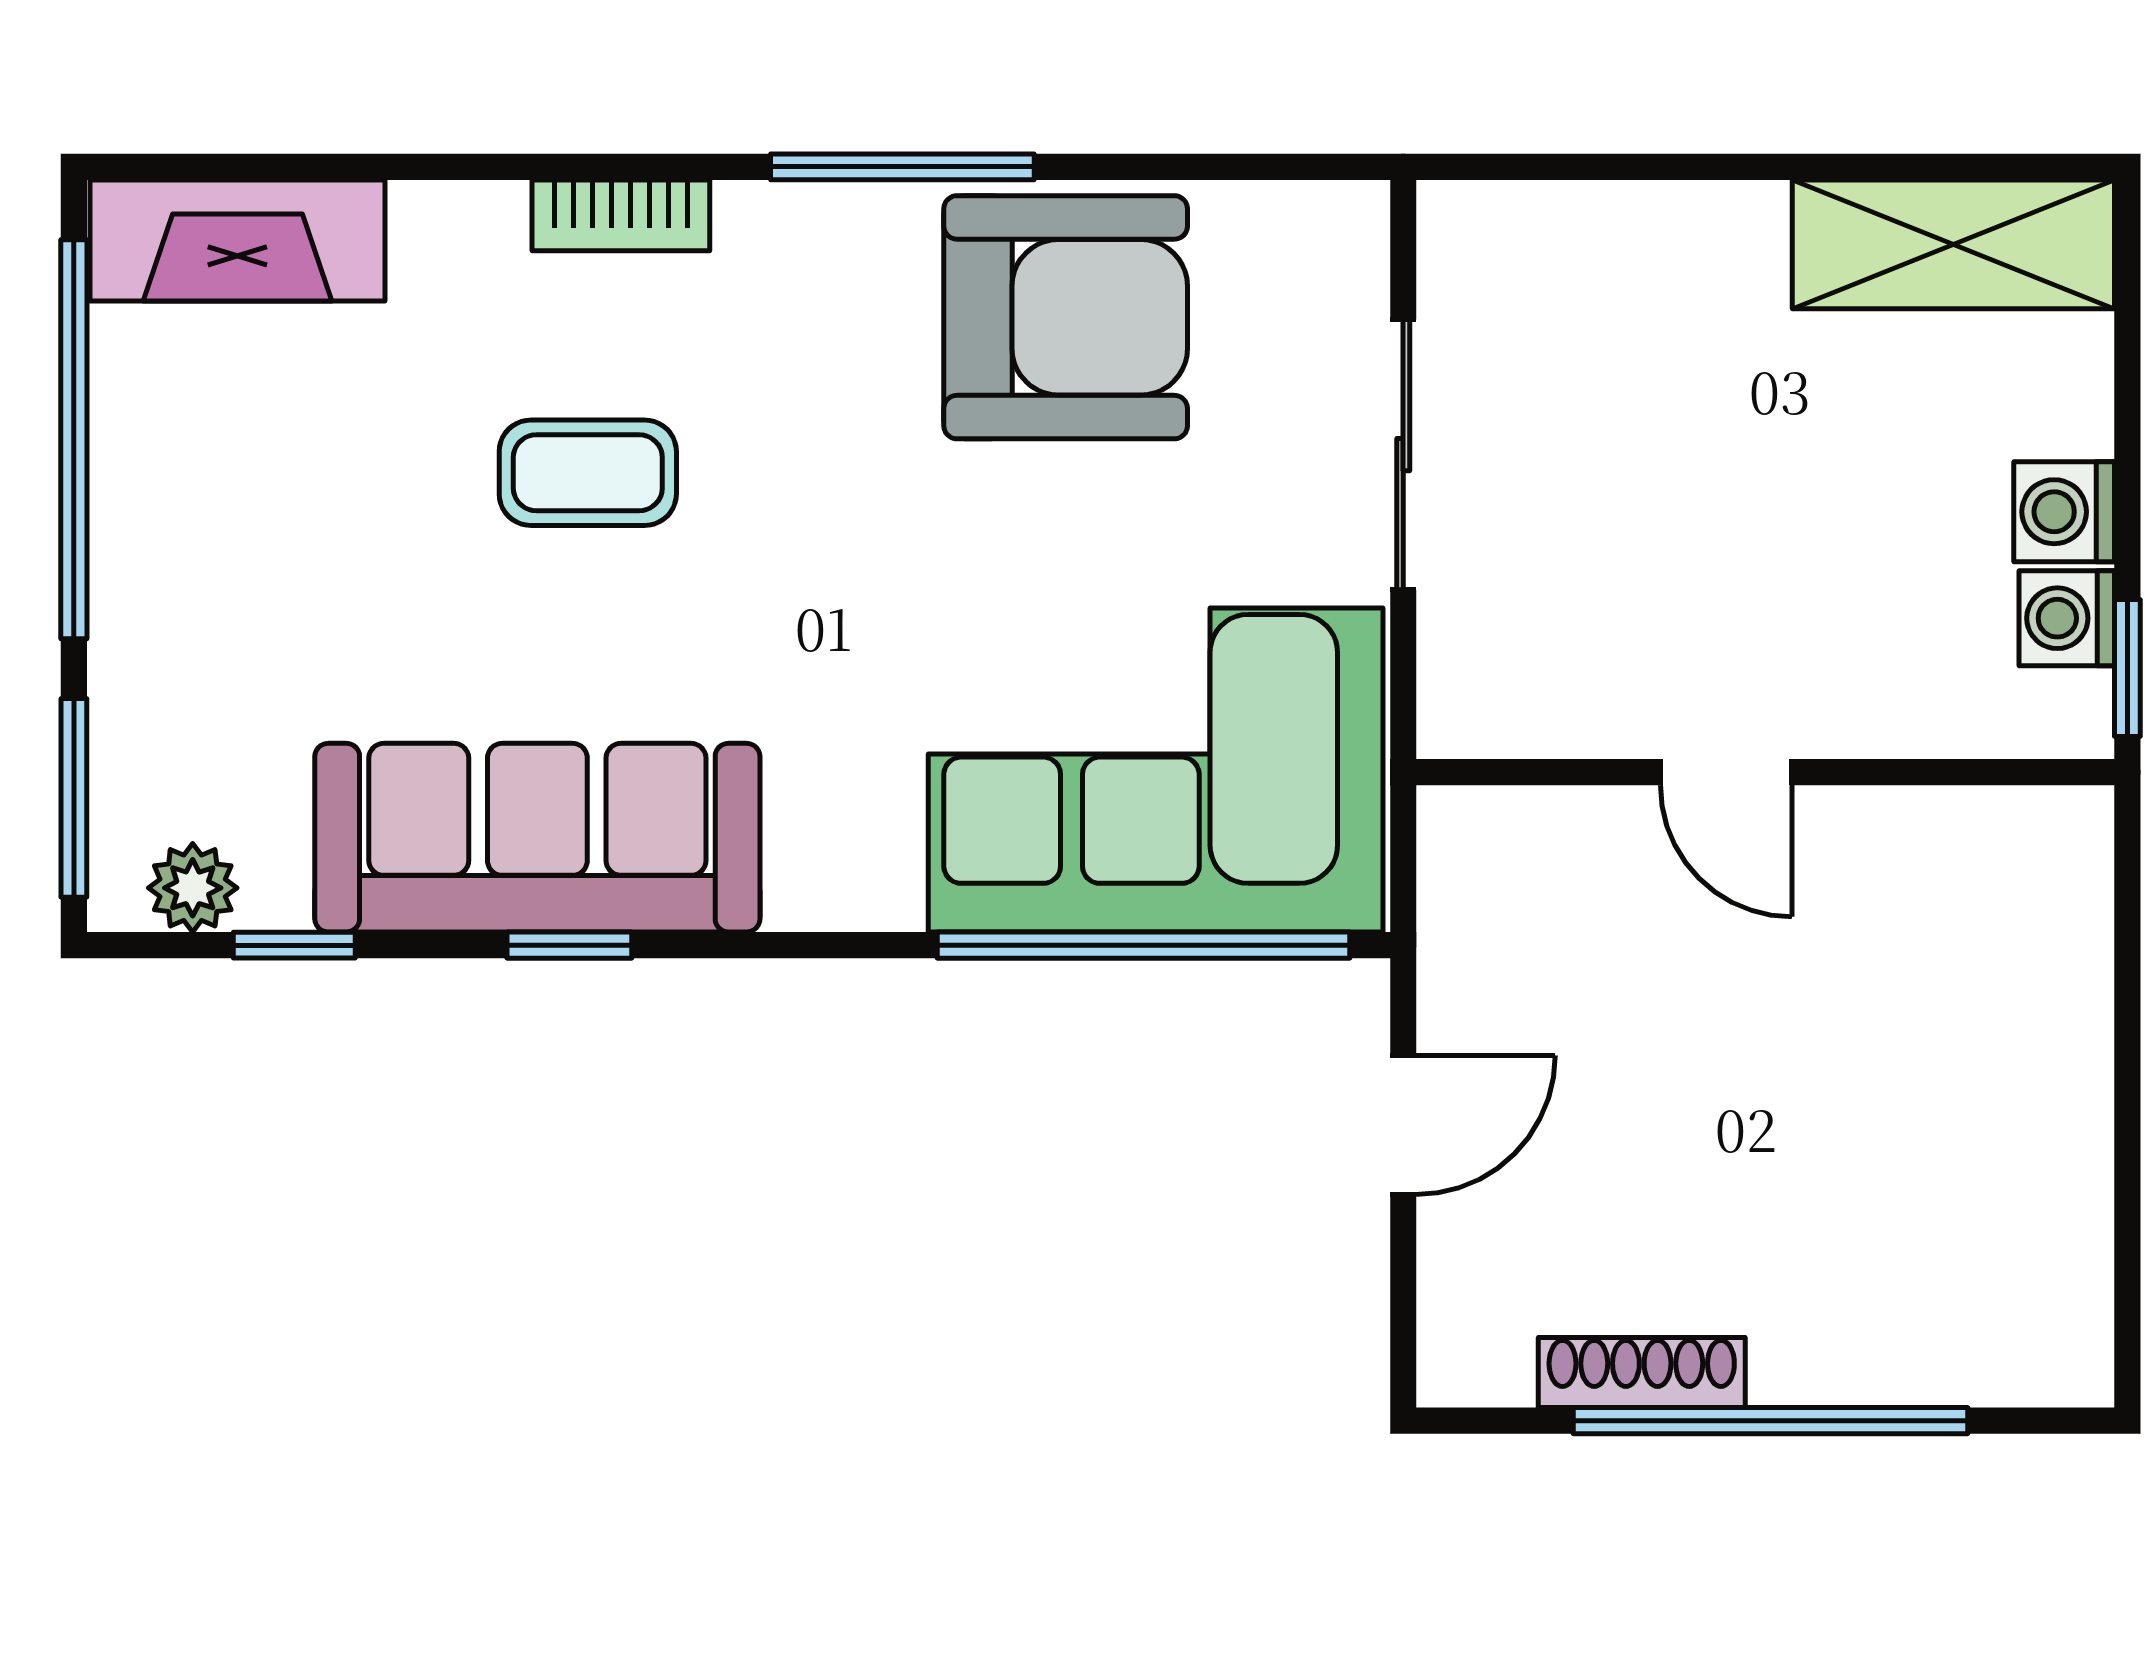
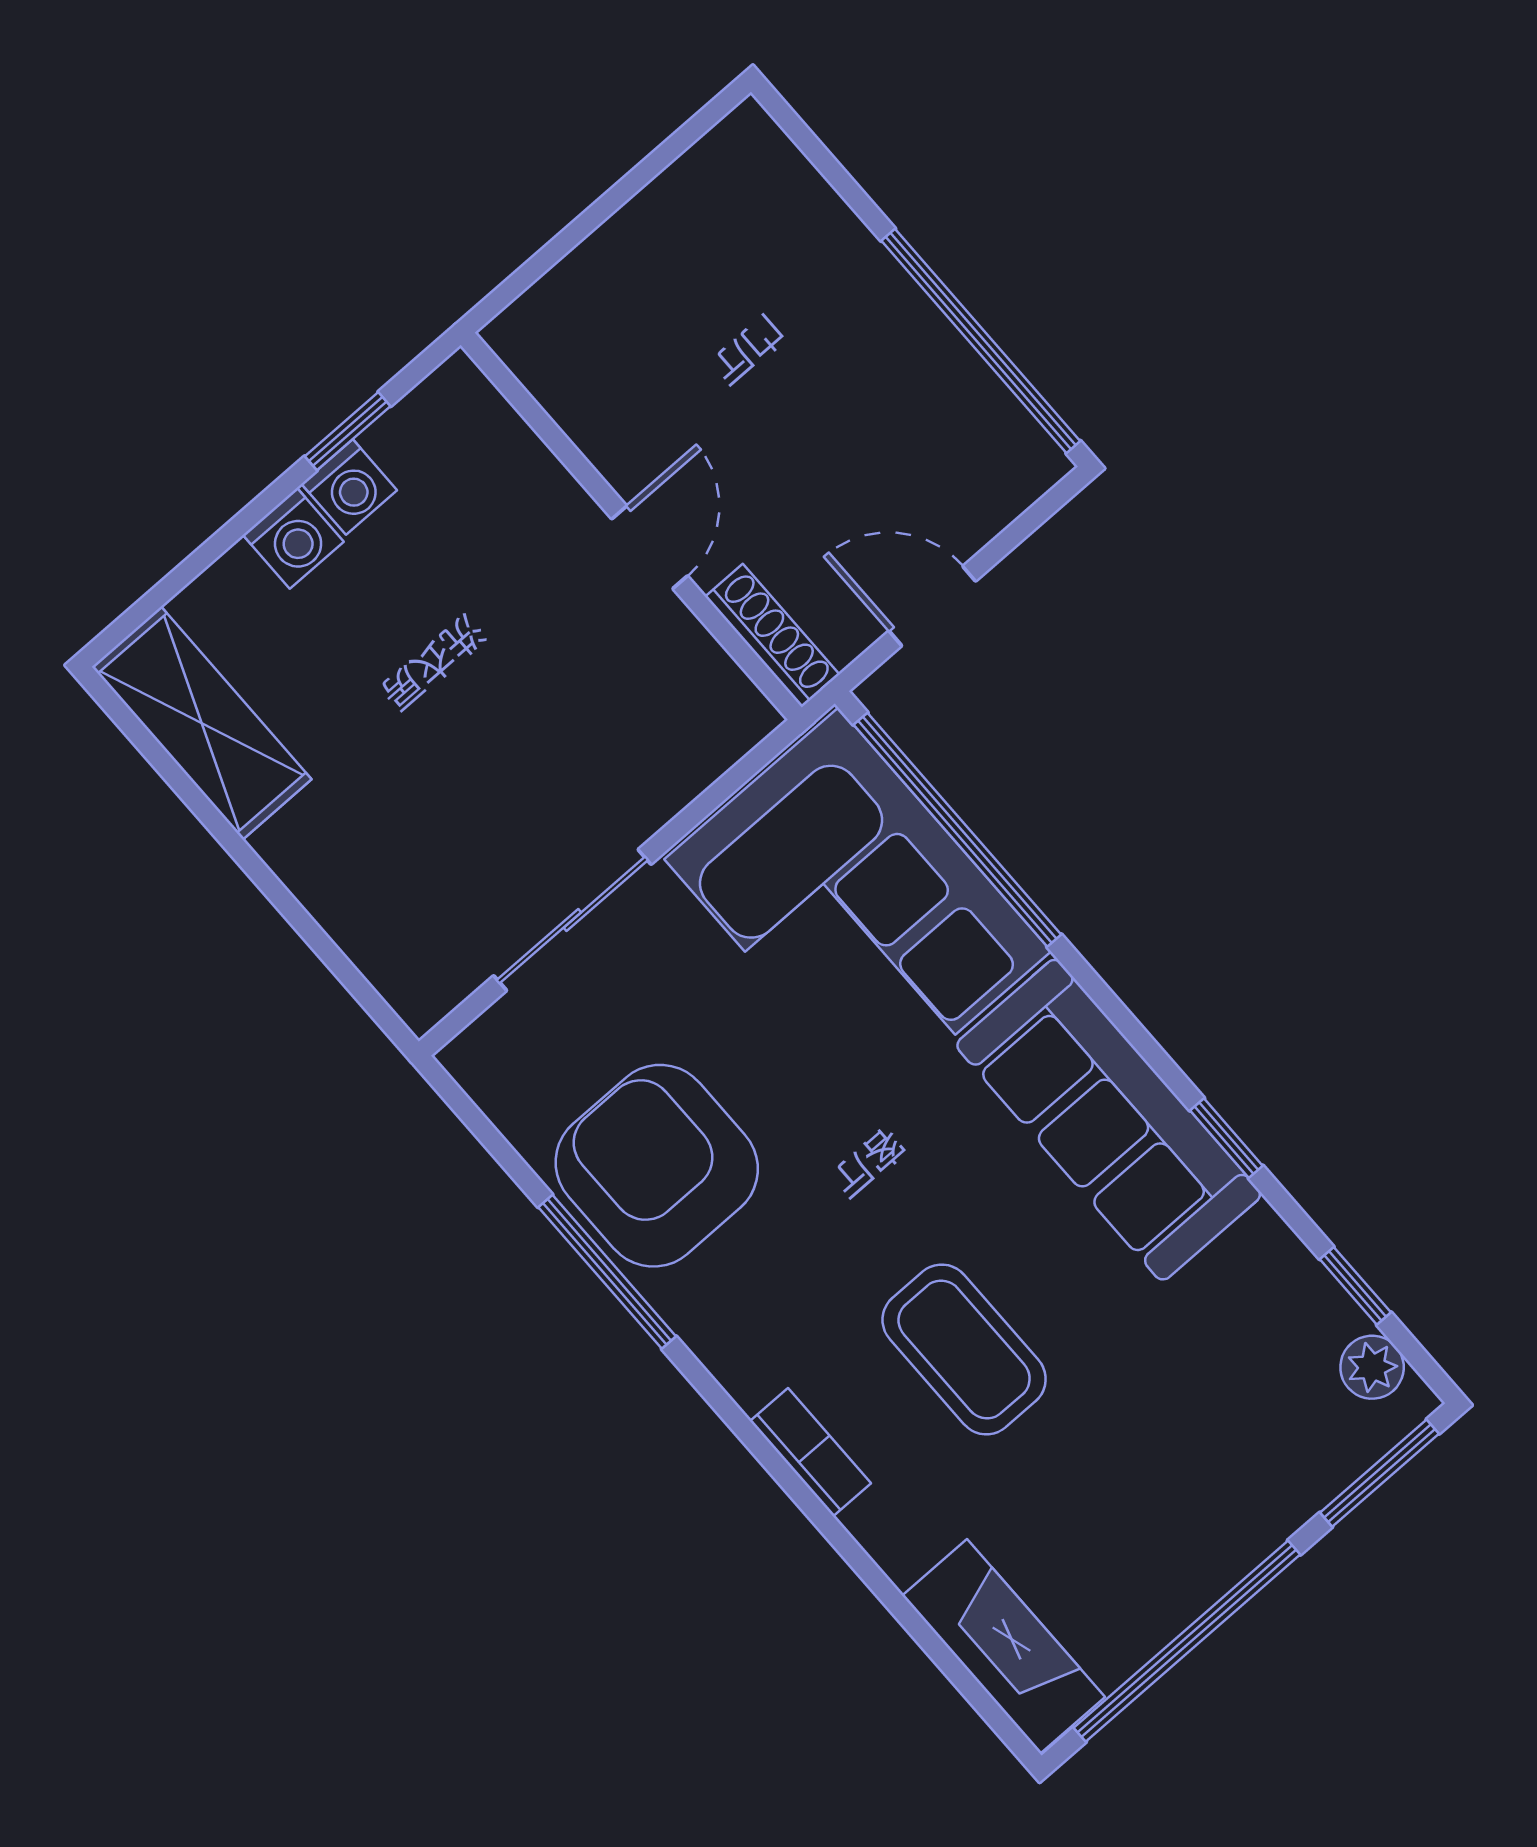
window: (902, 167) -> (607, 1272), moved
coffee table: (588, 473) -> (964, 1349), width x1.36, depth x1.30
door: (1726, 772) -> (650, 547), moved
wall: (1765, 772) -> (631, 526), moved
sofa: (537, 838) -> (1109, 1120), moved
shoe rack: (1642, 1373) -> (772, 636), moved, turned 180
window: (1770, 1421) -> (981, 341), moved

